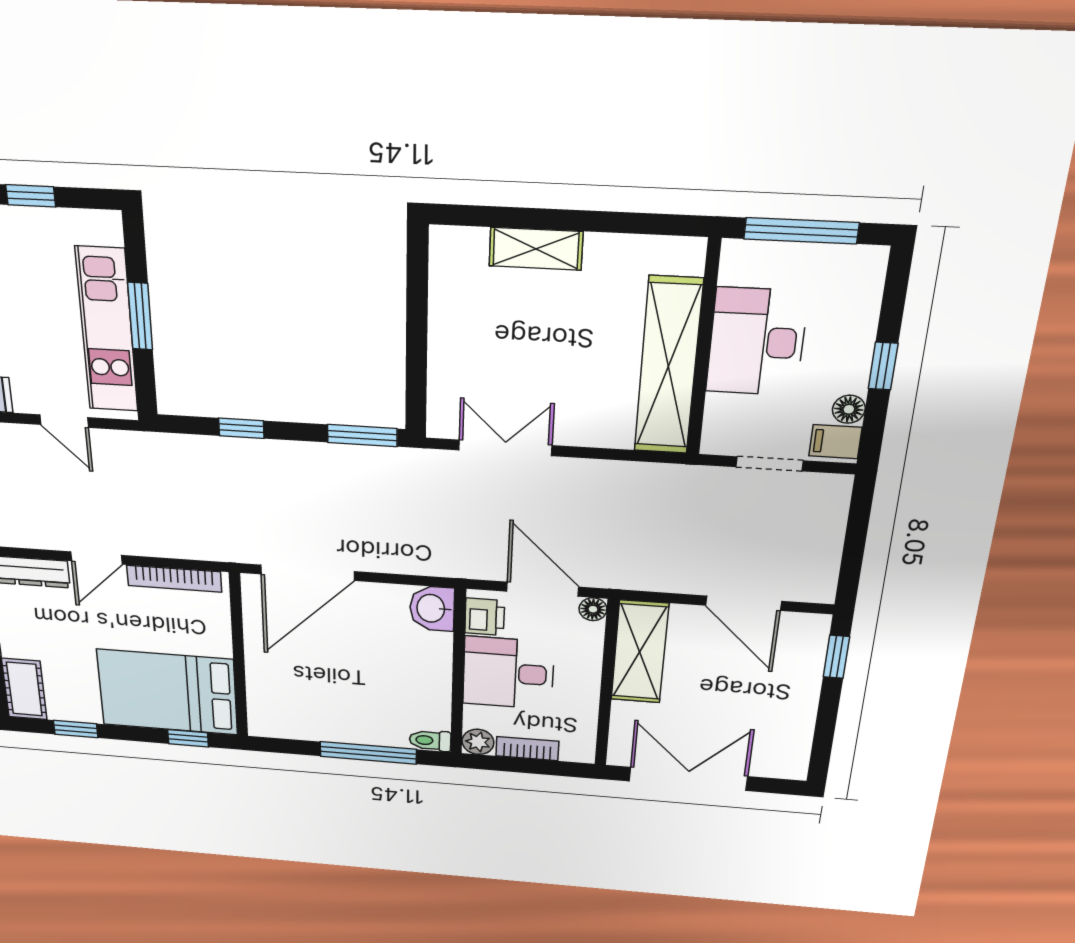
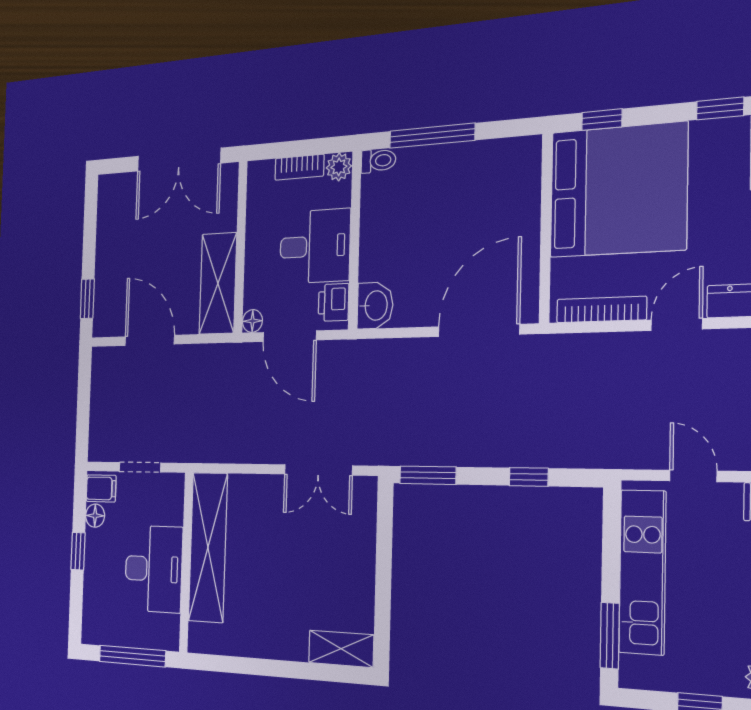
shelving: (536, 249) -> (341, 649), moved
window: (140, 316) -> (610, 636), moved
bed: (167, 692) -> (618, 190), width x1.36

